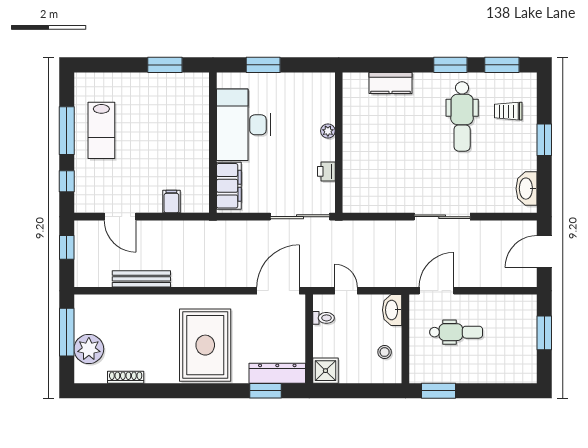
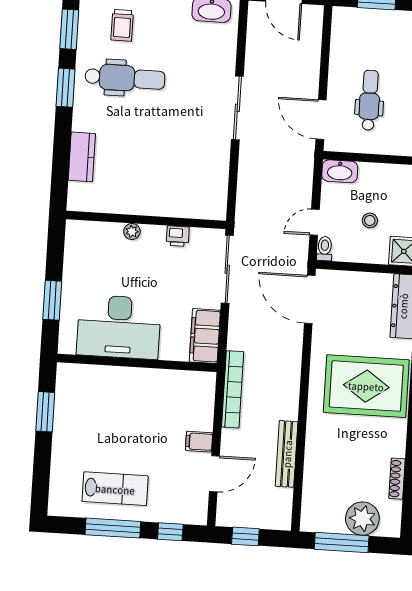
filing cabinet: (229, 186) -> (205, 336), moved, turned -90
filing cabinet: (171, 202) -> (199, 442), moved
bookcase: (195, 228) -> (233, 389), added
toilet: (324, 318) -> (325, 249), moved
stool: (385, 352) -> (370, 220), moved

